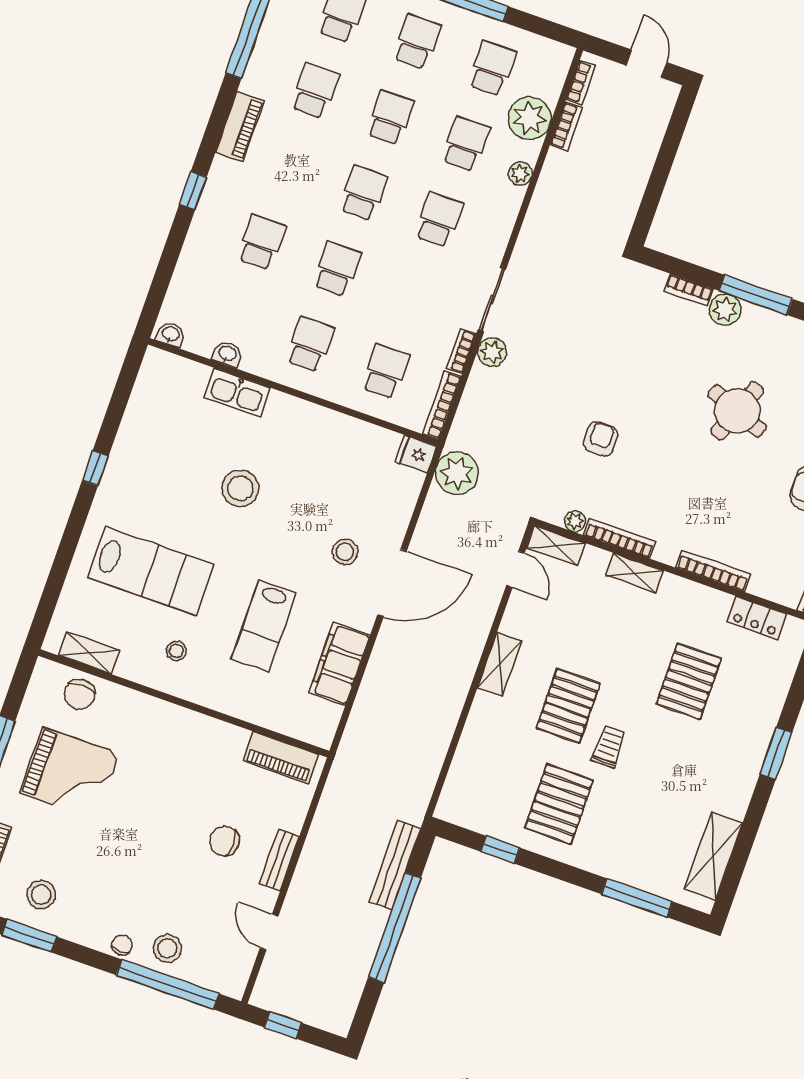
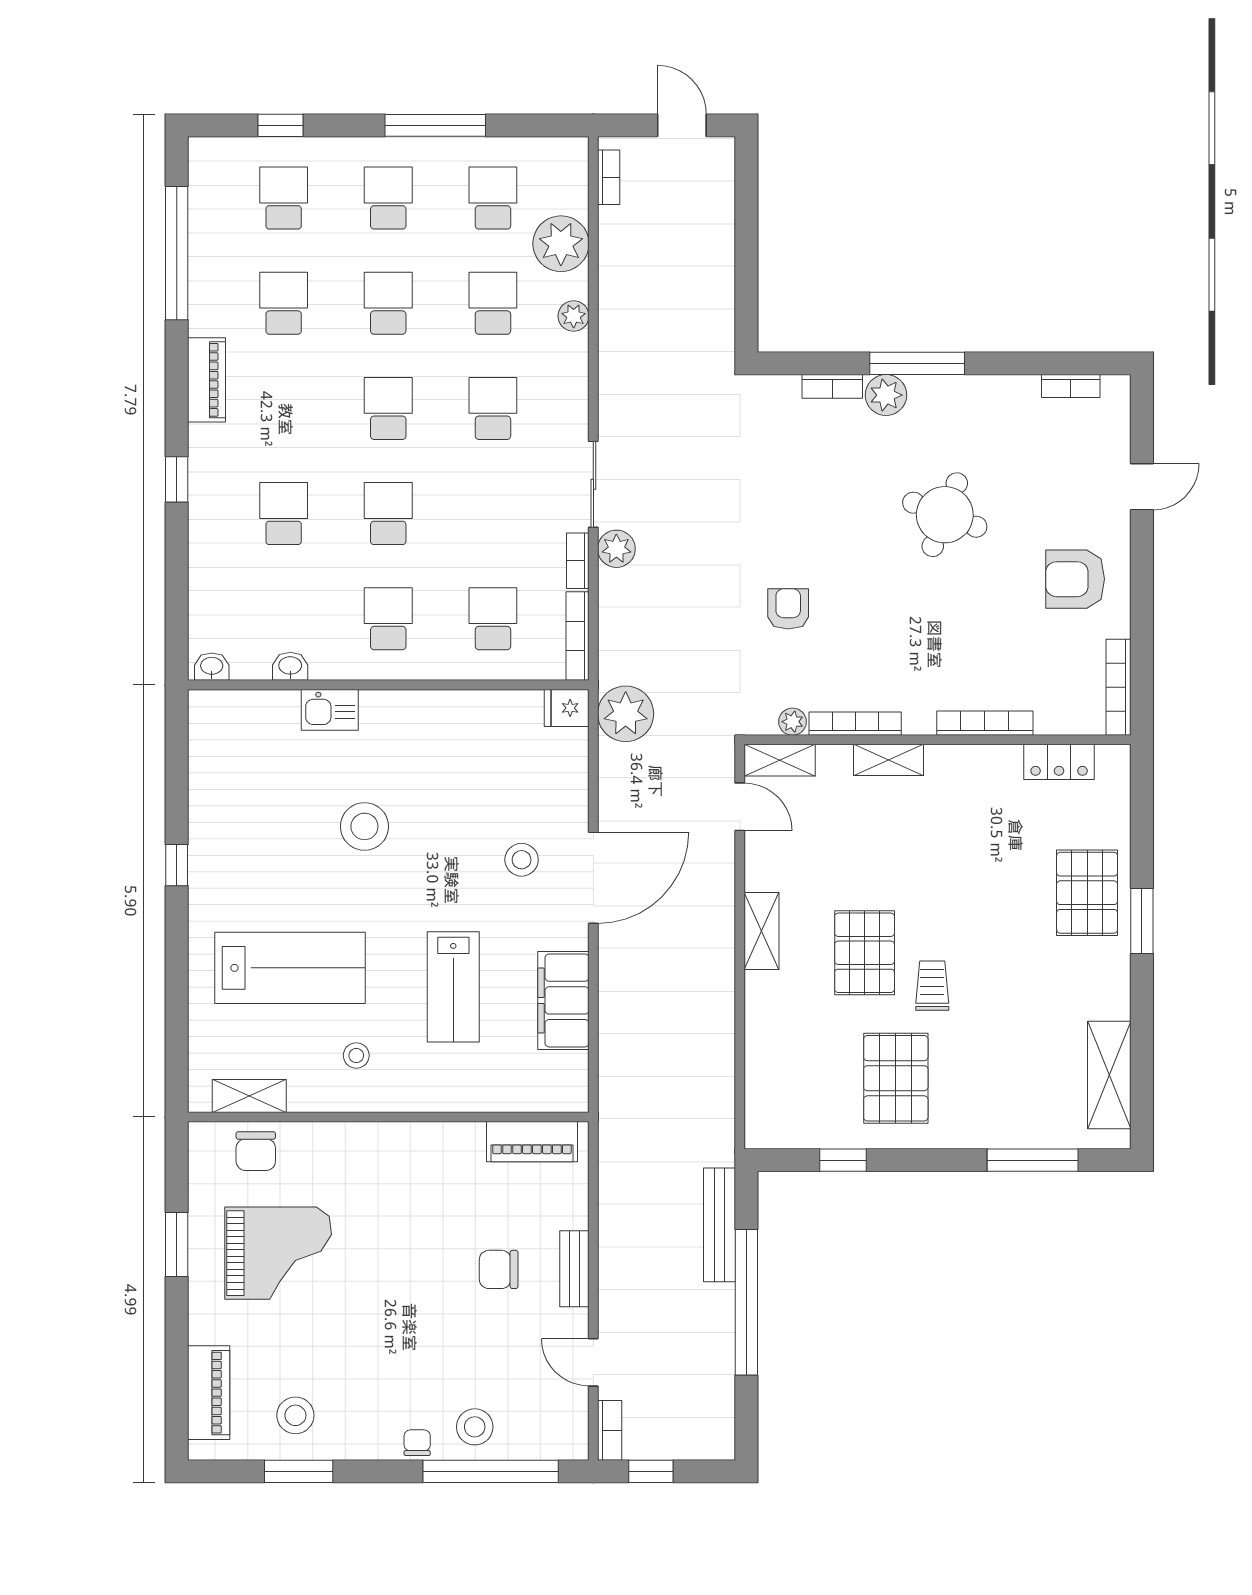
bookcase: (566, 126) -> (610, 1430), moved
kitchen sink: (237, 393) -> (330, 710), width x0.73
pallet: (689, 681) -> (1087, 893), moved

